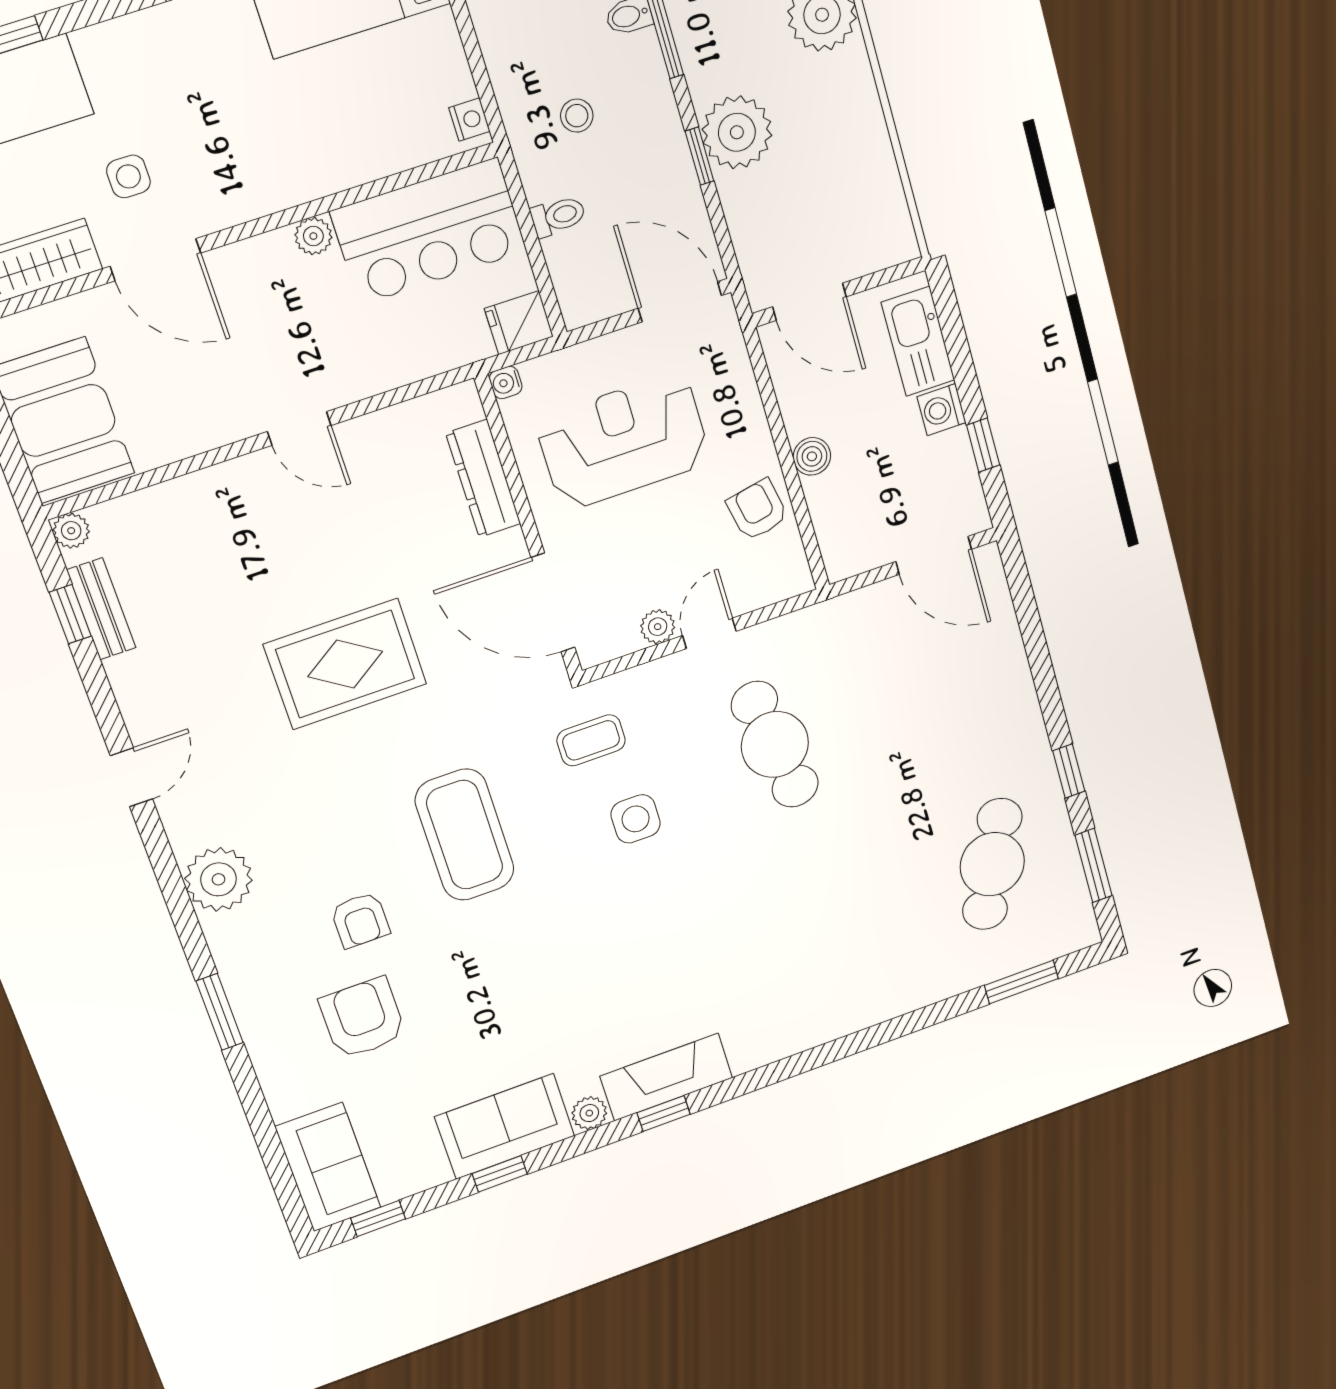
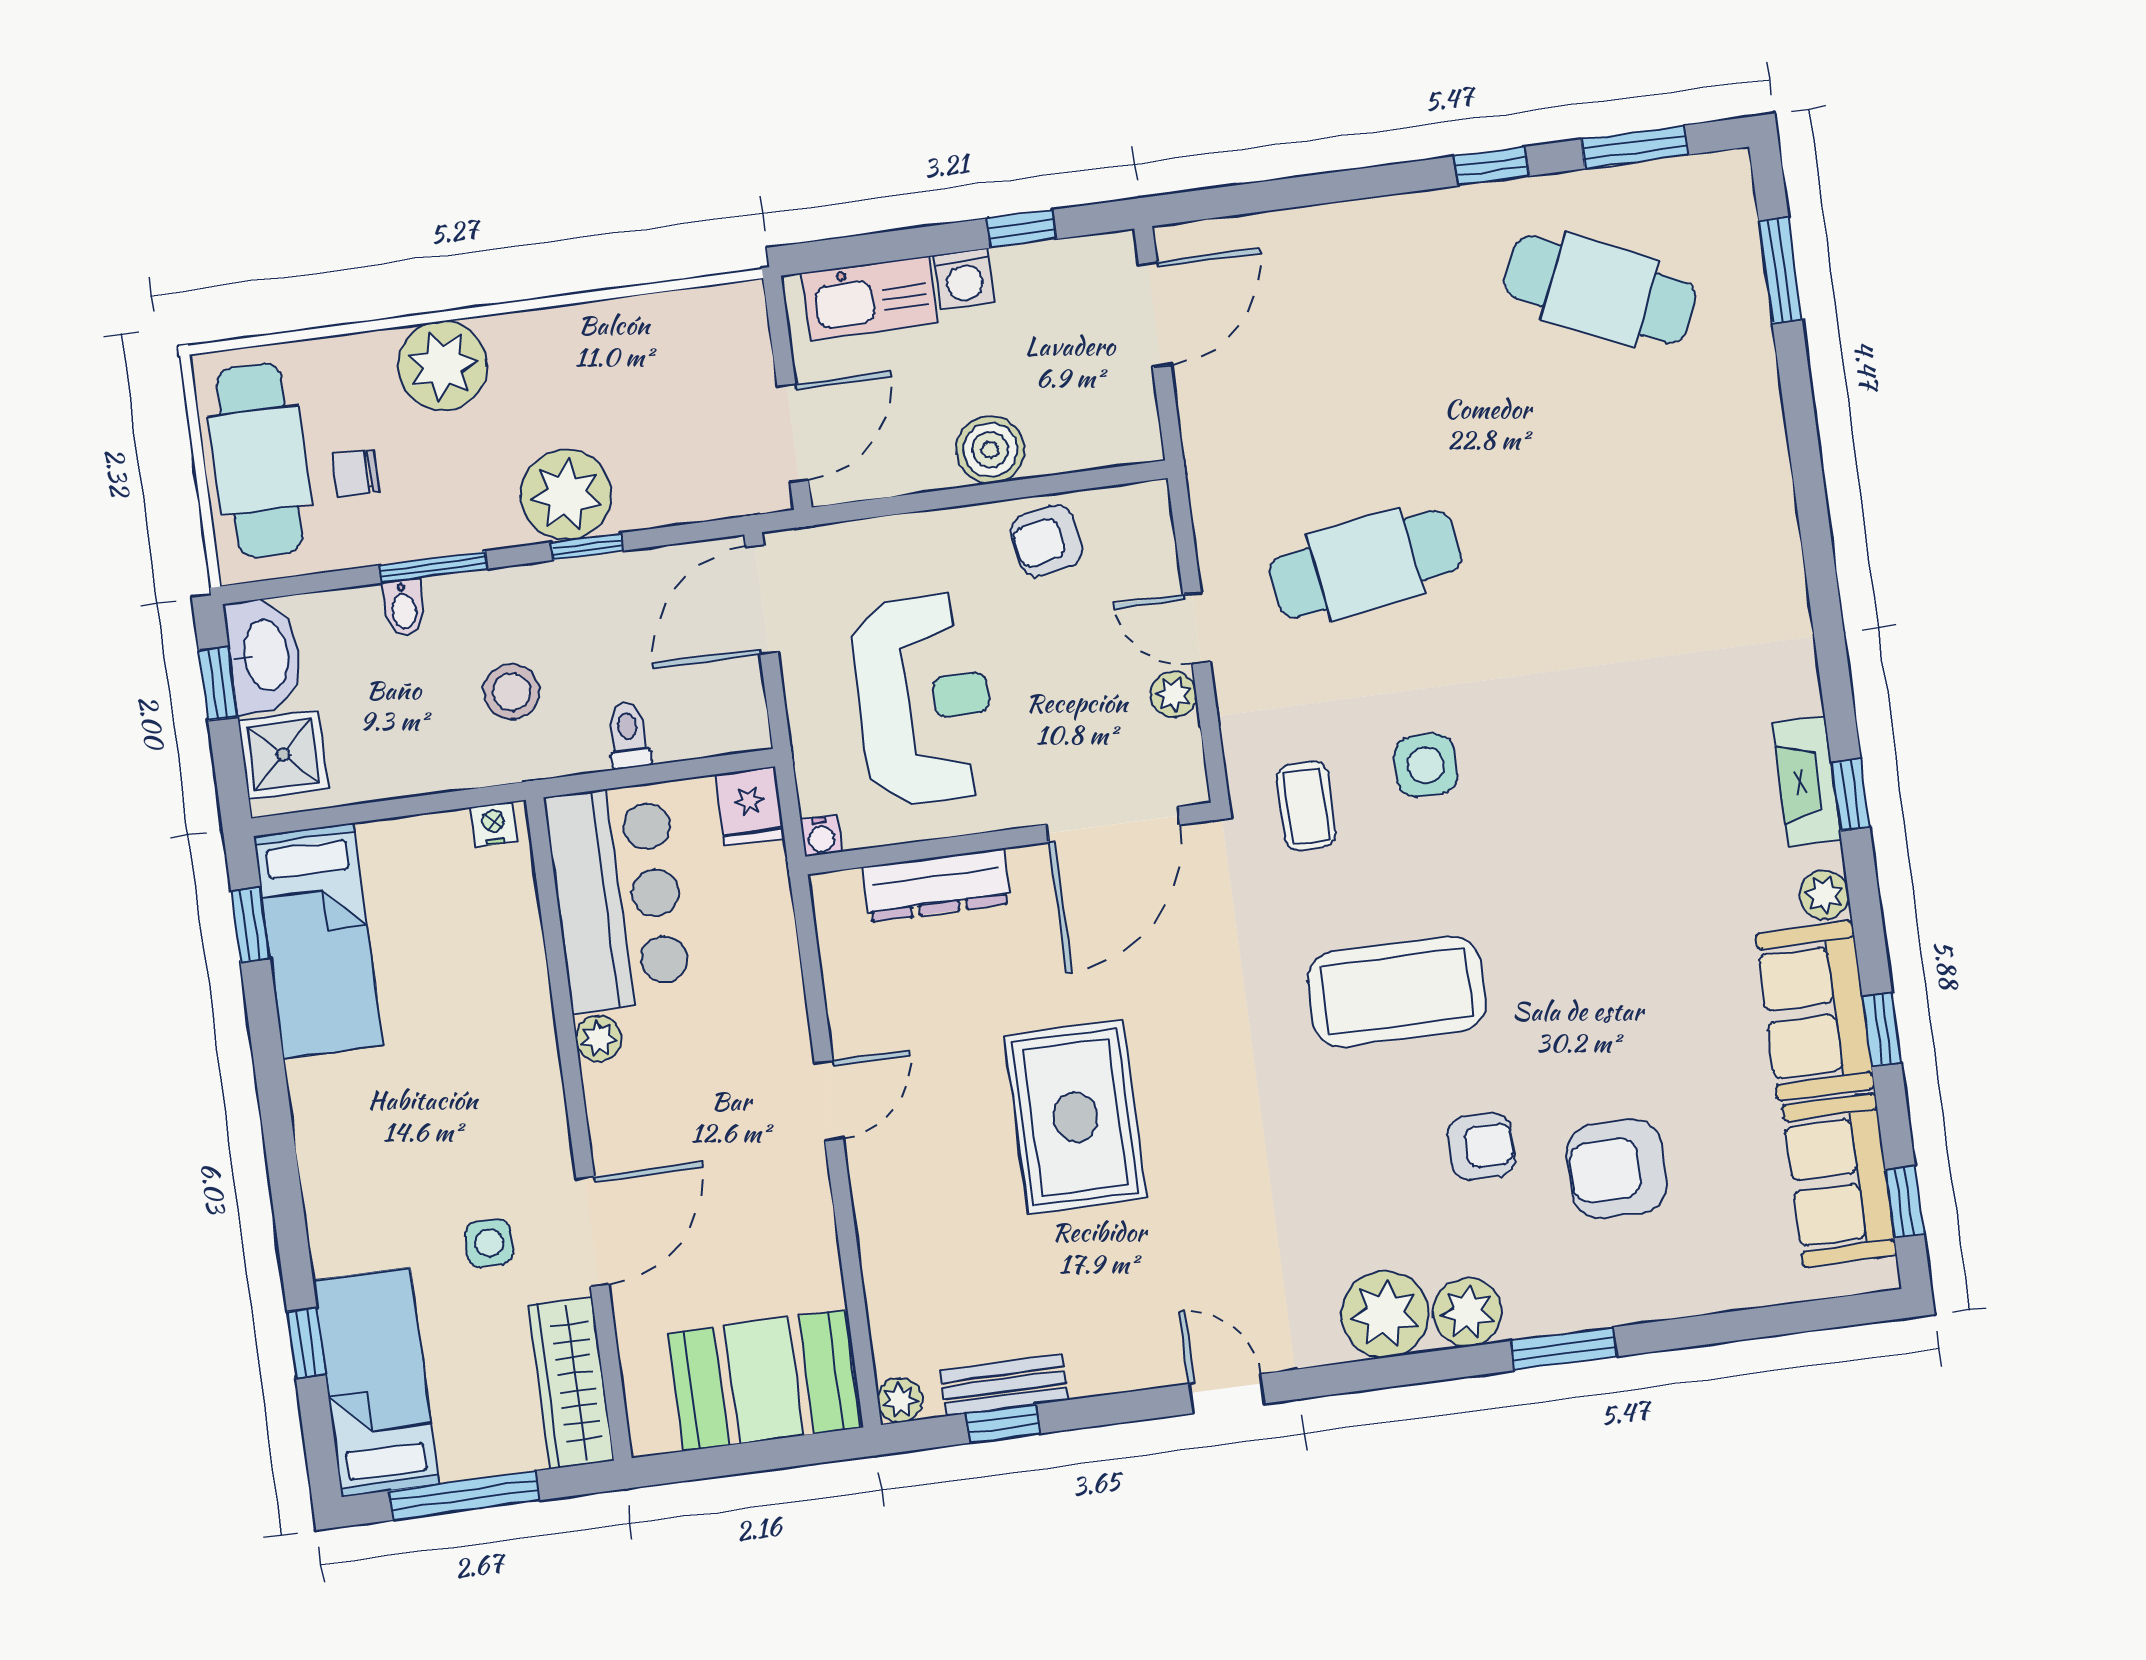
stool: (577, 116) -> (512, 692), width x1.37, depth x1.37
reception desk: (623, 441) -> (924, 700), turned 180
boiler: (812, 456) -> (990, 450), width x1.36, depth x1.36
rug: (345, 664) -> (1075, 1117), moved
plant: (233, 938) -> (1468, 1312), added
fireplace: (666, 1077) -> (1807, 781), width x0.73, depth x0.76
sofa: (328, 1167) -> (1839, 1180), moved, turned -90

